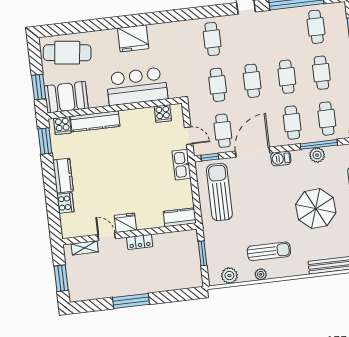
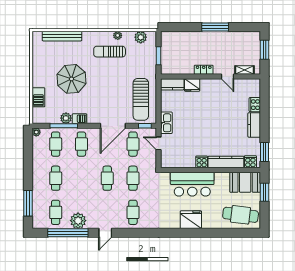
plant: (284, 19) -> (78, 221), added
cafe table: (287, 77) -> (81, 178), removed
cooker: (163, 114) -> (202, 162), moved
barbecue: (281, 159) -> (79, 119), moved
fridge: (125, 223) -> (192, 85), moved

